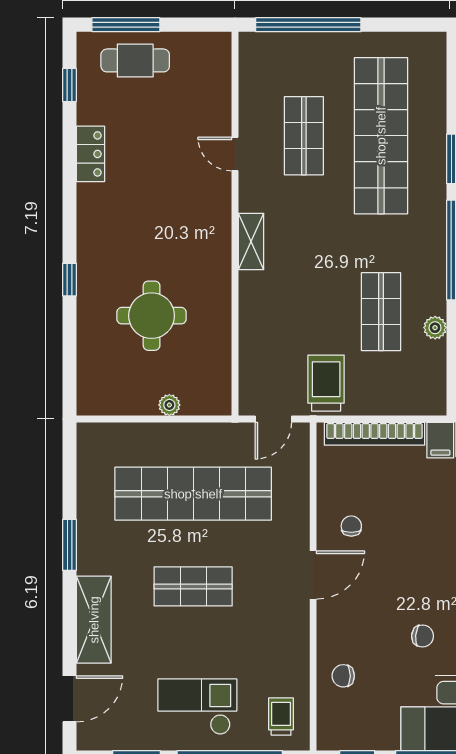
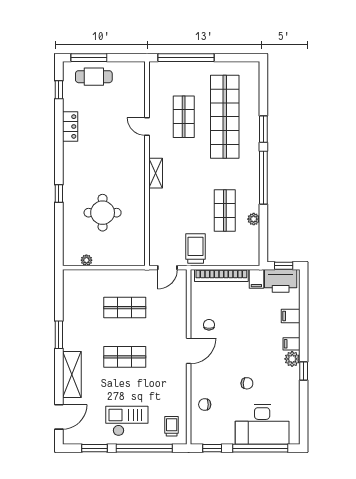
plant: (169, 405) -> (86, 260), moved
shop shelf: (193, 494) -> (125, 308), width x0.50, depth x0.74

